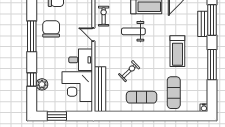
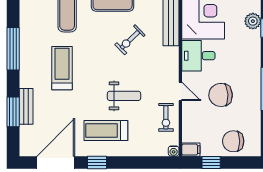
window: (212, 20) -> (13, 112), width x0.69
chair: (51, 29) -> (221, 95), moved, turned 87

